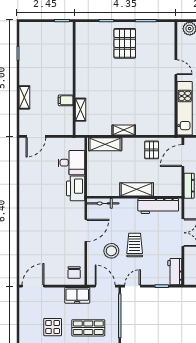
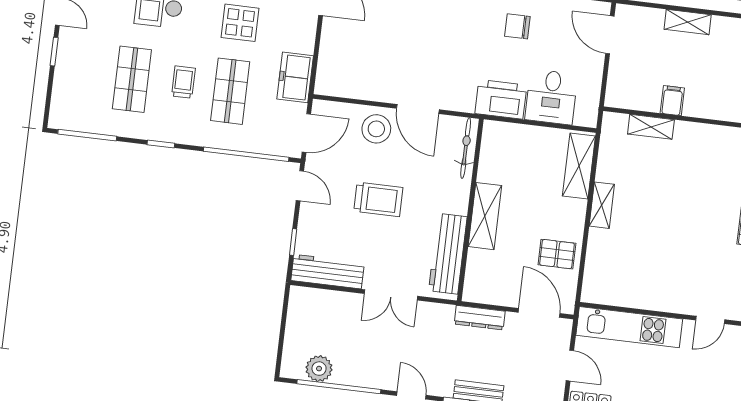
stool: (111, 251) -> (376, 129), moved
workbench: (175, 272) -> (328, 272), width x1.38
chair: (74, 273) -> (517, 26), moved

